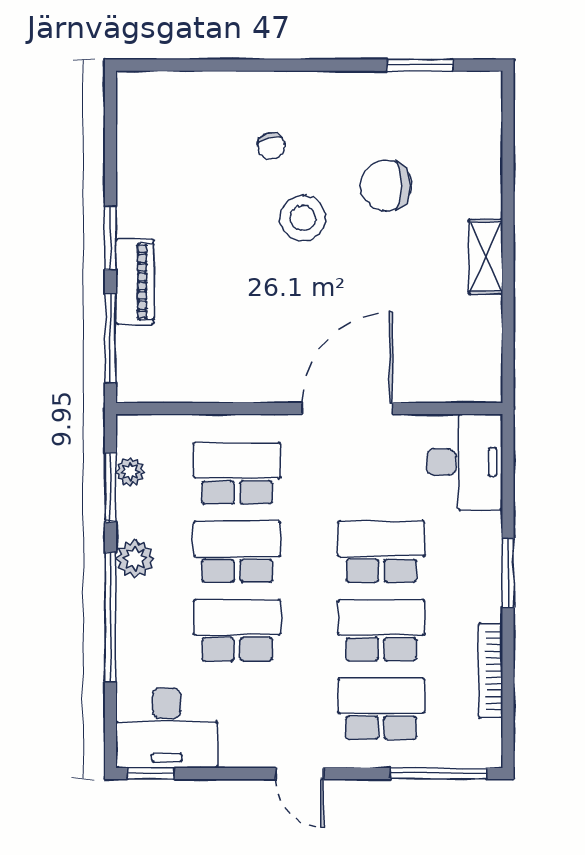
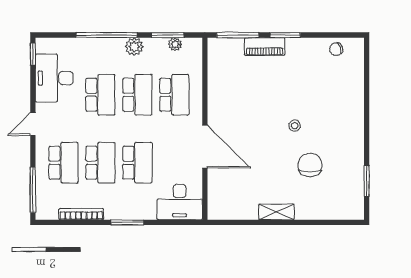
chair: (271, 146) -> (336, 49), moved
stool: (303, 218) -> (295, 126), width x0.53, depth x0.53
desk: (167, 728) -> (54, 78), moved

